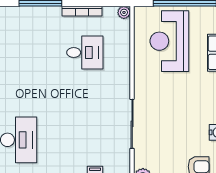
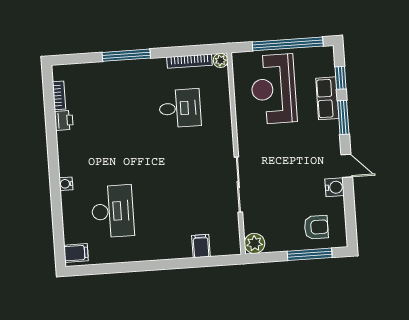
bookcase: (82, 11) -> (189, 61), moved

